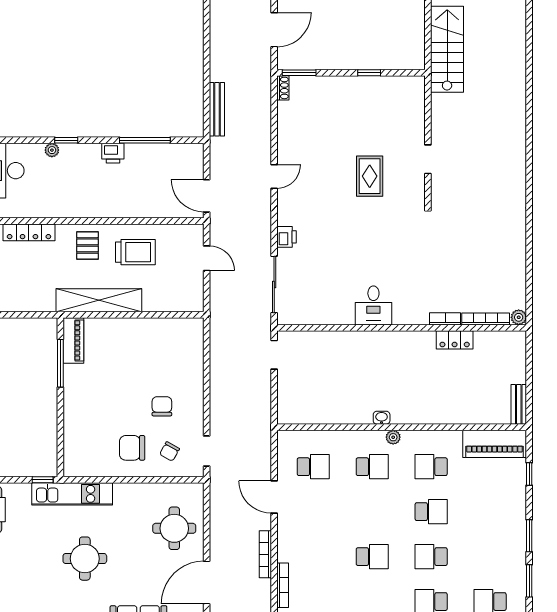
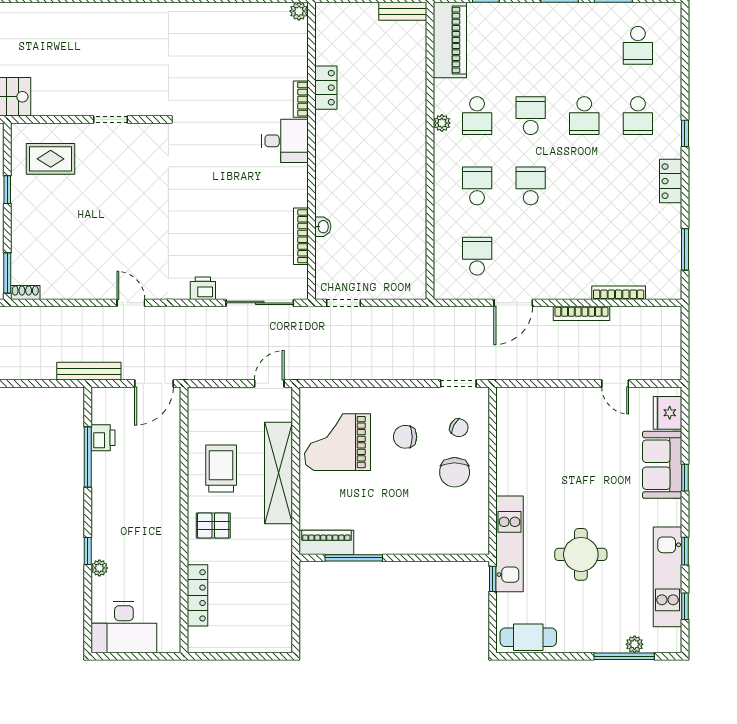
bench: (217, 109) -> (89, 371), moved
printer: (113, 153) -> (103, 438), moved
rug: (370, 176) -> (51, 159), moved
door: (207, 258) -> (269, 383), moved
shelving: (99, 300) -> (279, 473), moved
desk: (373, 305) -> (285, 141), moved
bookcase: (486, 319) -> (301, 236), moved
grand piano: (157, 350) -> (338, 442), added
washbasin: (382, 418) -> (323, 227), moved, turned 180
plant: (393, 437) -> (442, 123), moved
round table: (174, 528) -> (551, 422), removed
school desk: (372, 557) -> (531, 186), moved
round table: (85, 559) -> (581, 554), moved
door: (207, 582) -> (615, 383), width x0.53

